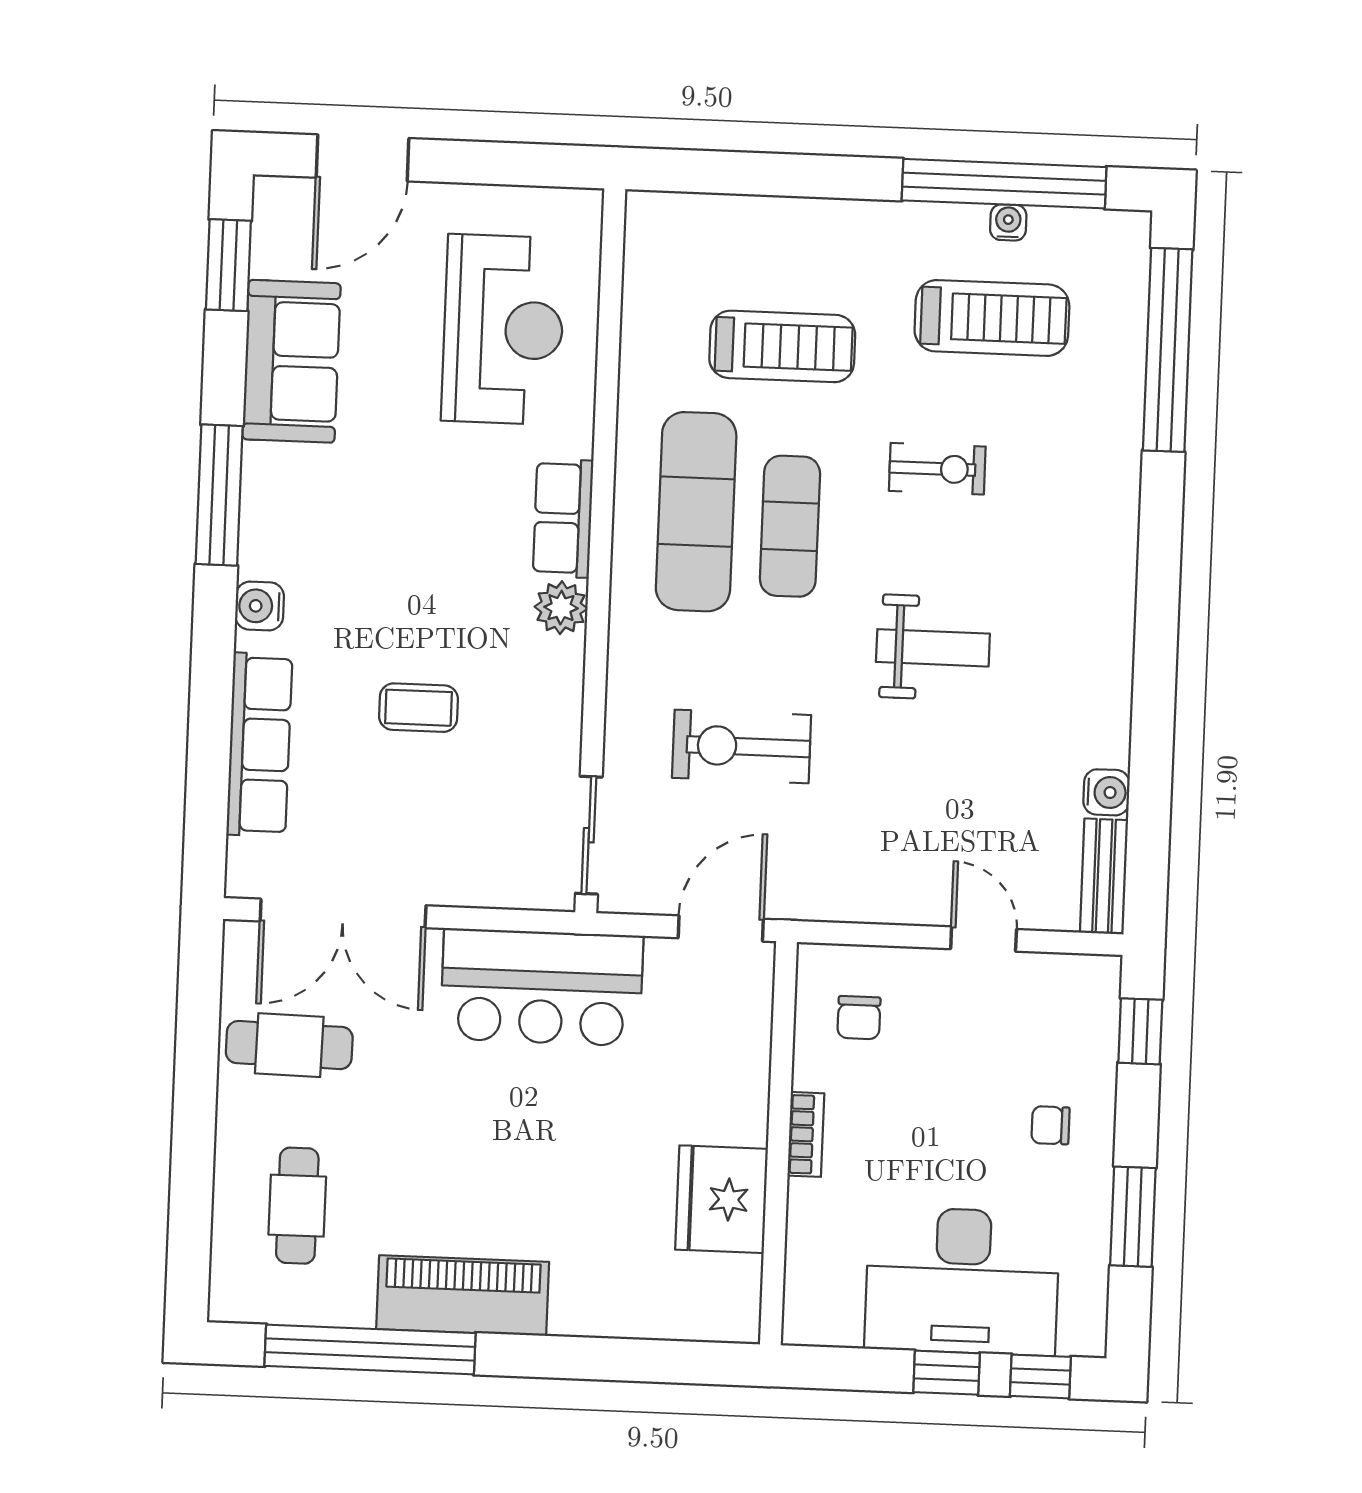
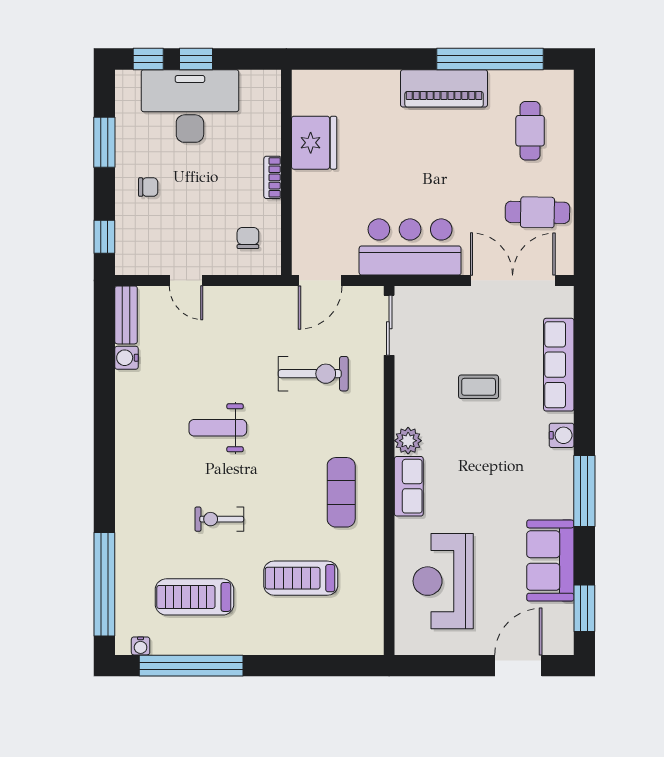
water cooler: (1008, 222) -> (141, 646), moved
exercise mat: (696, 512) -> (341, 492), width x0.73, depth x0.69
exercise mat: (790, 526) -> (293, 487), removed

